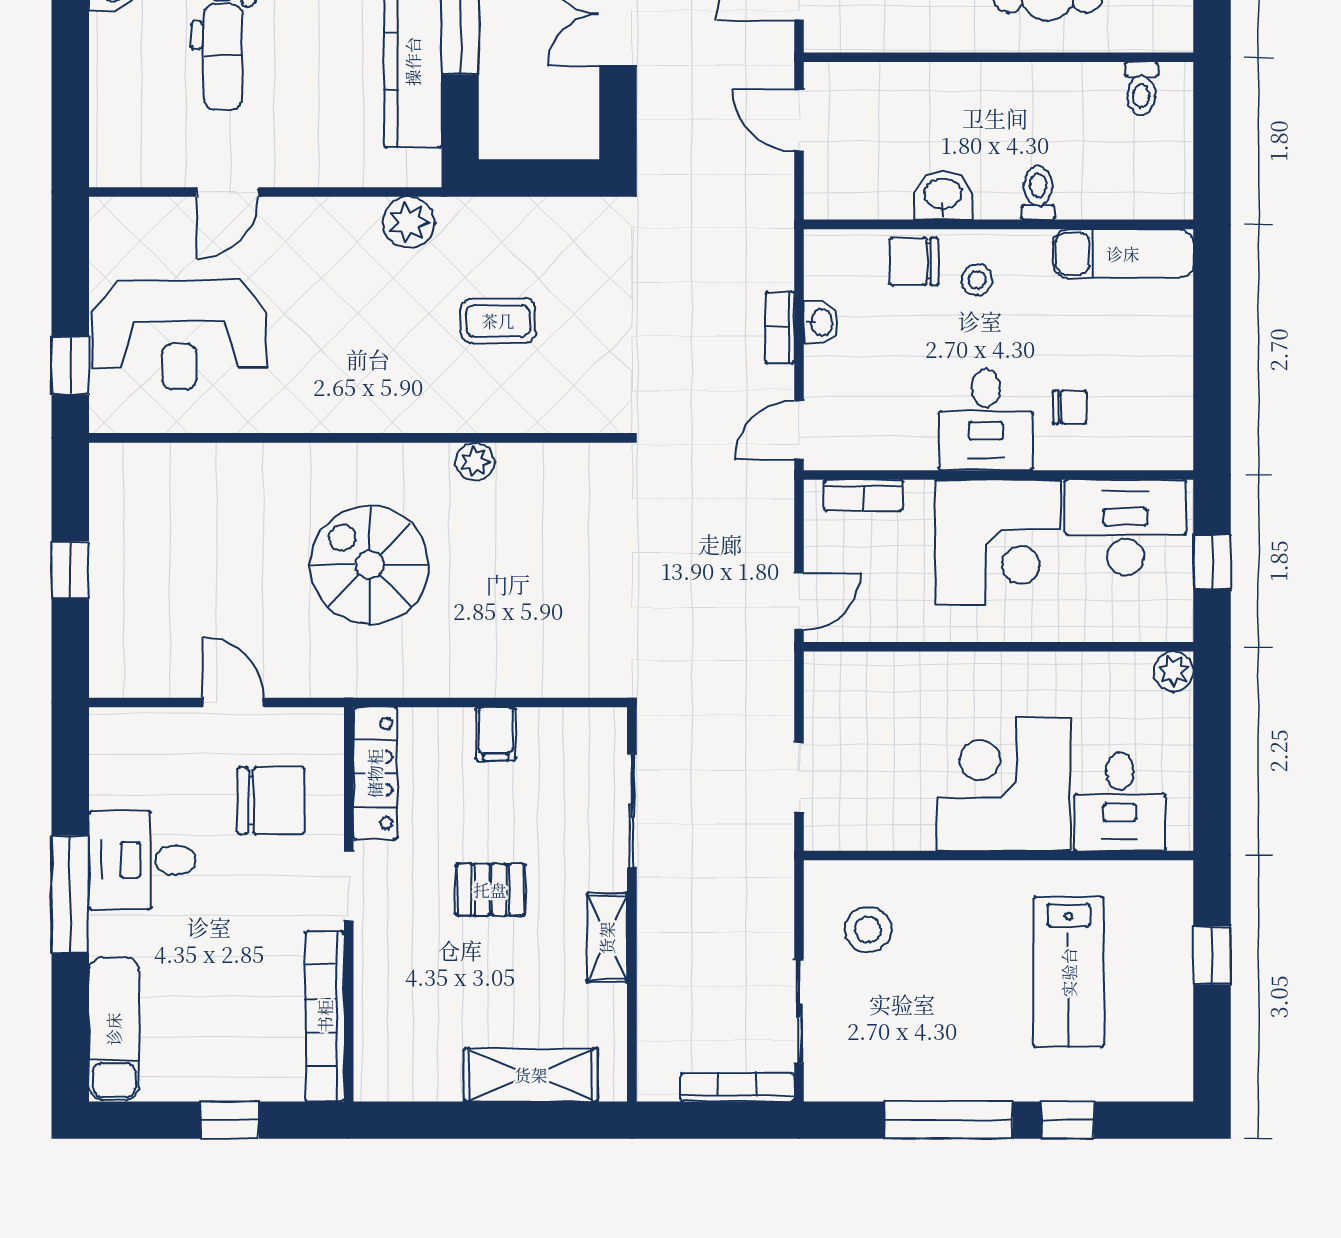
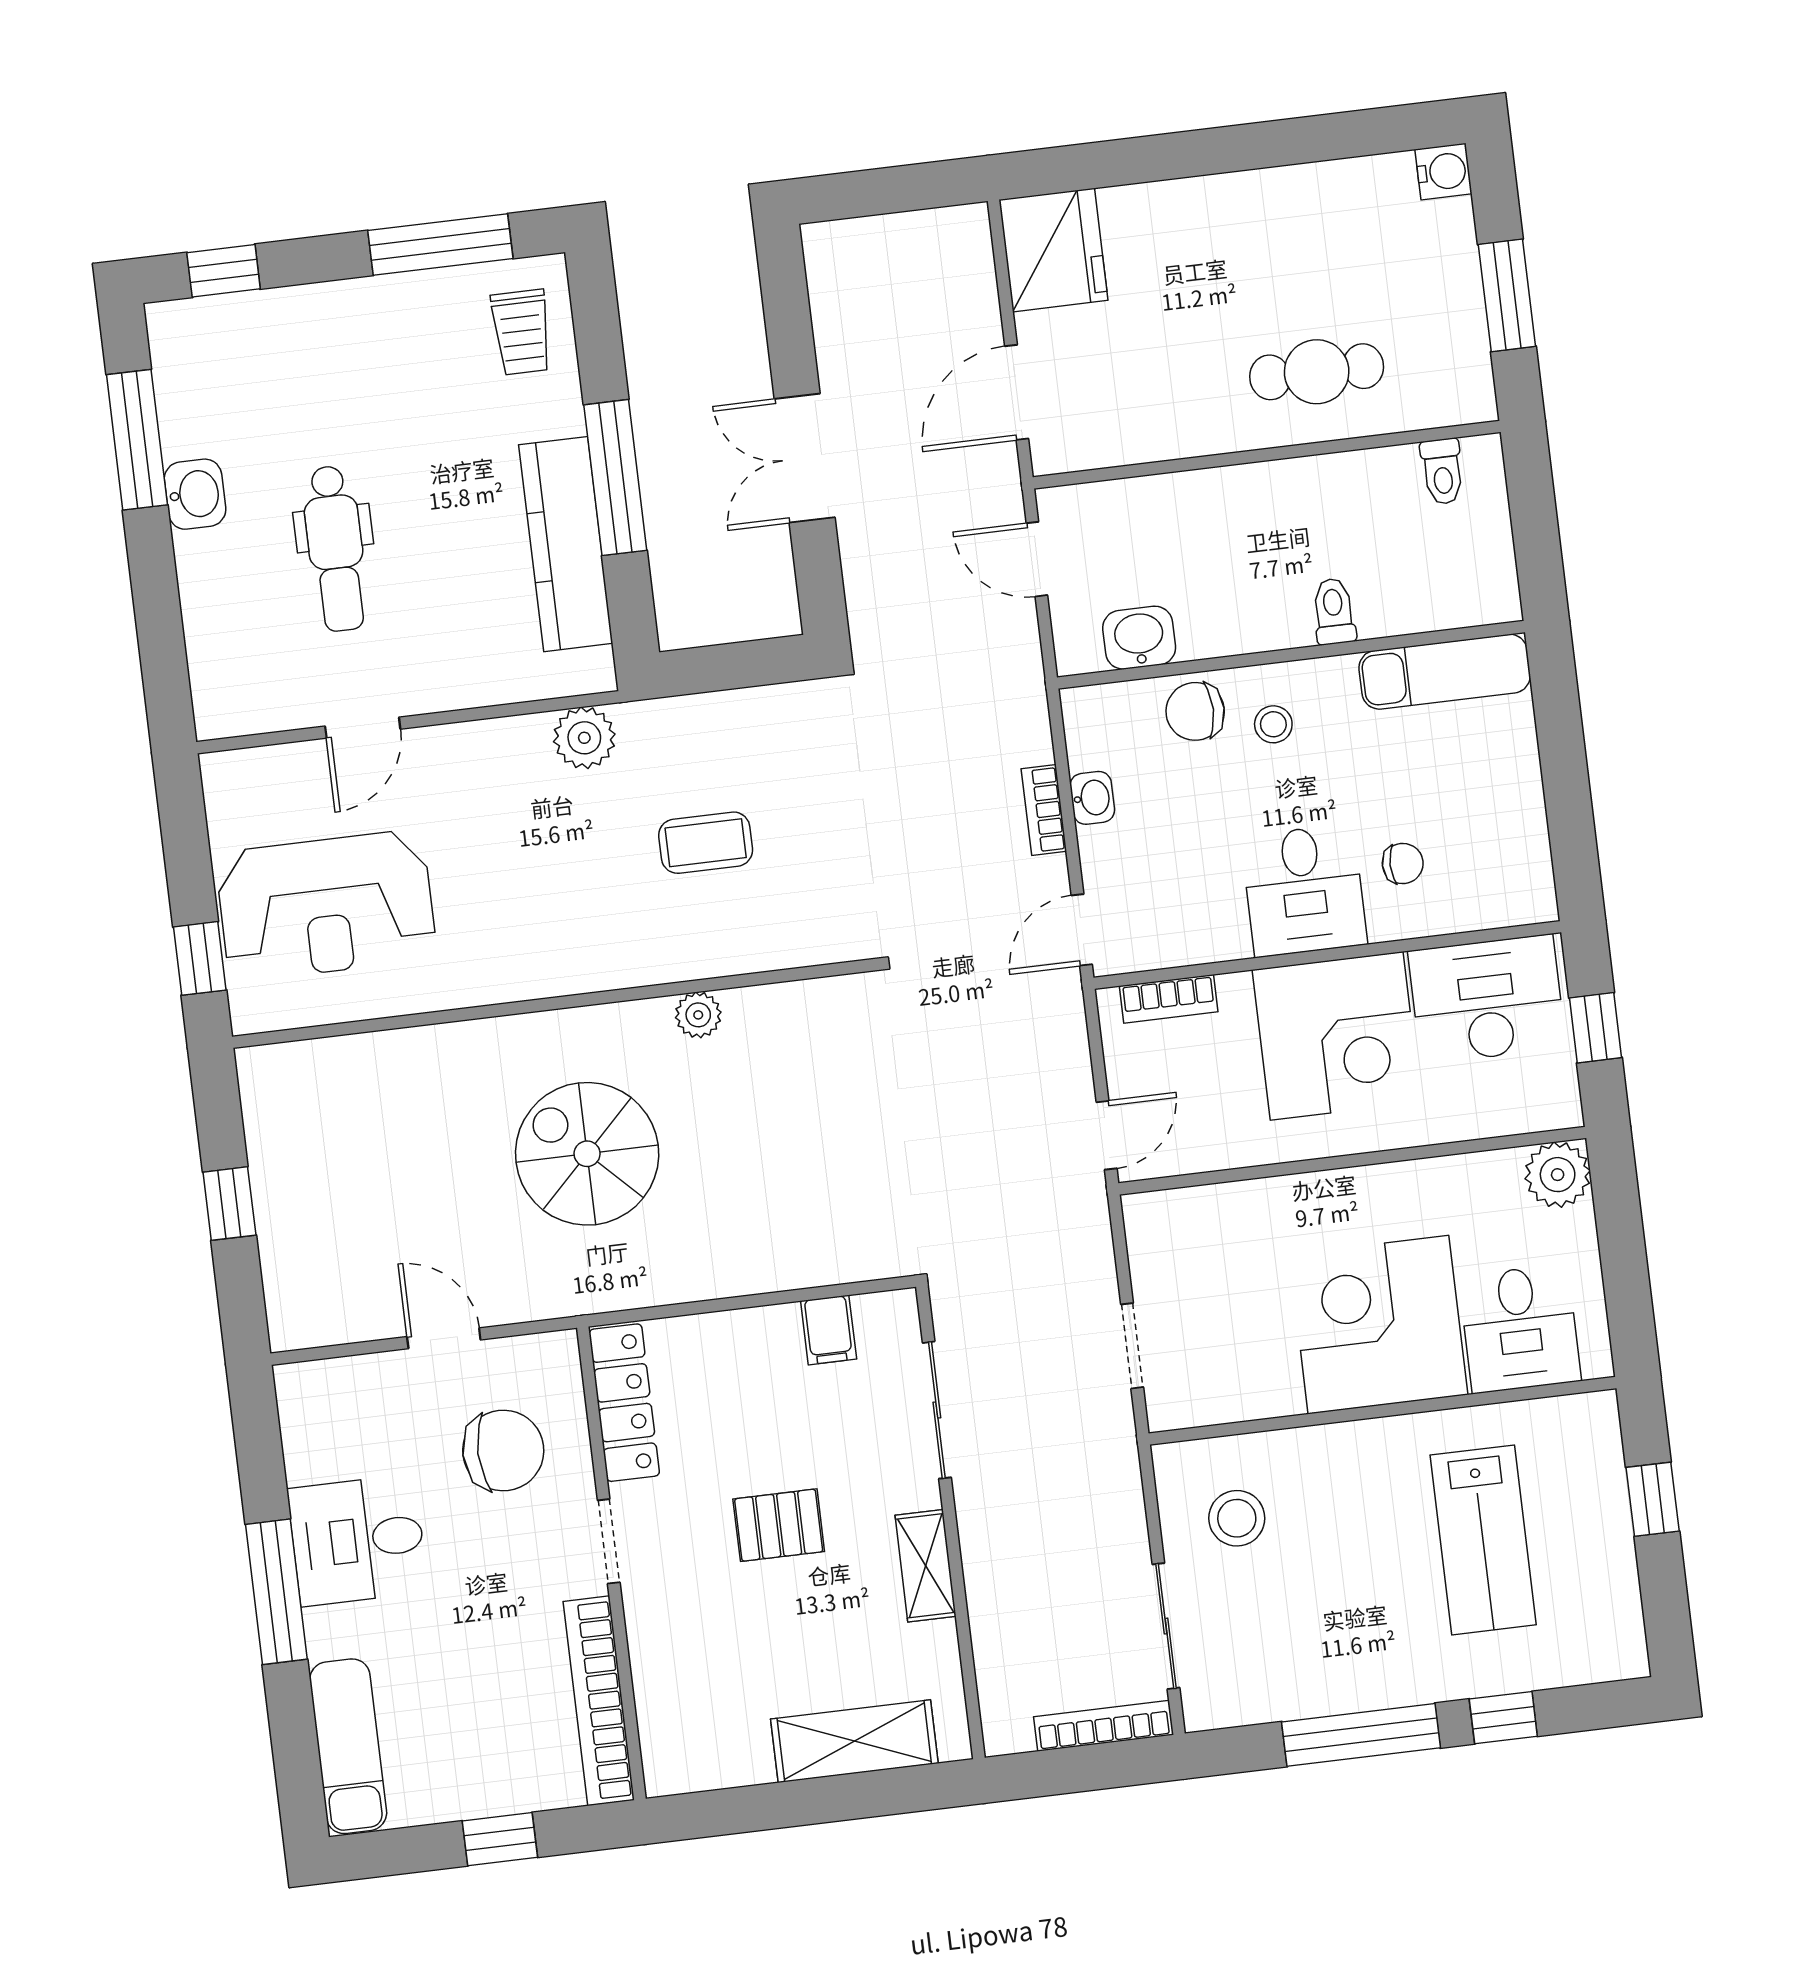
washbasin: (943, 195) -> (1139, 638), moved
plant: (1174, 671) -> (1558, 1175), width x1.38, depth x1.38
filing cabinet: (496, 734) -> (829, 1330), moved

